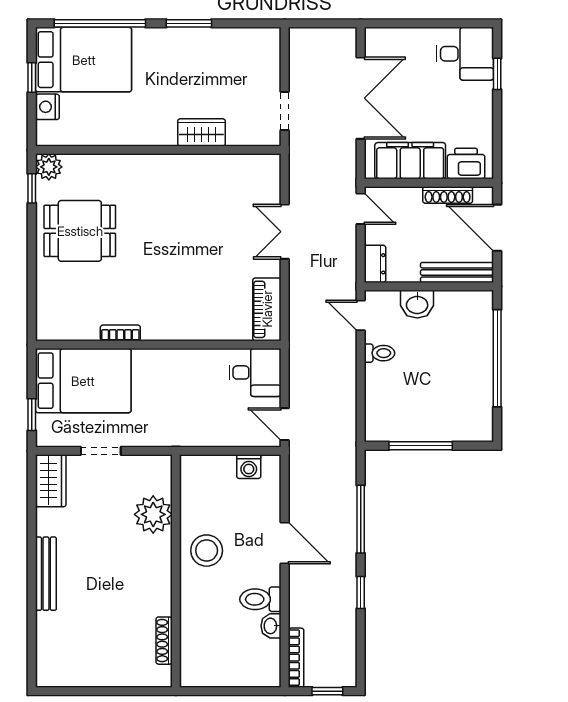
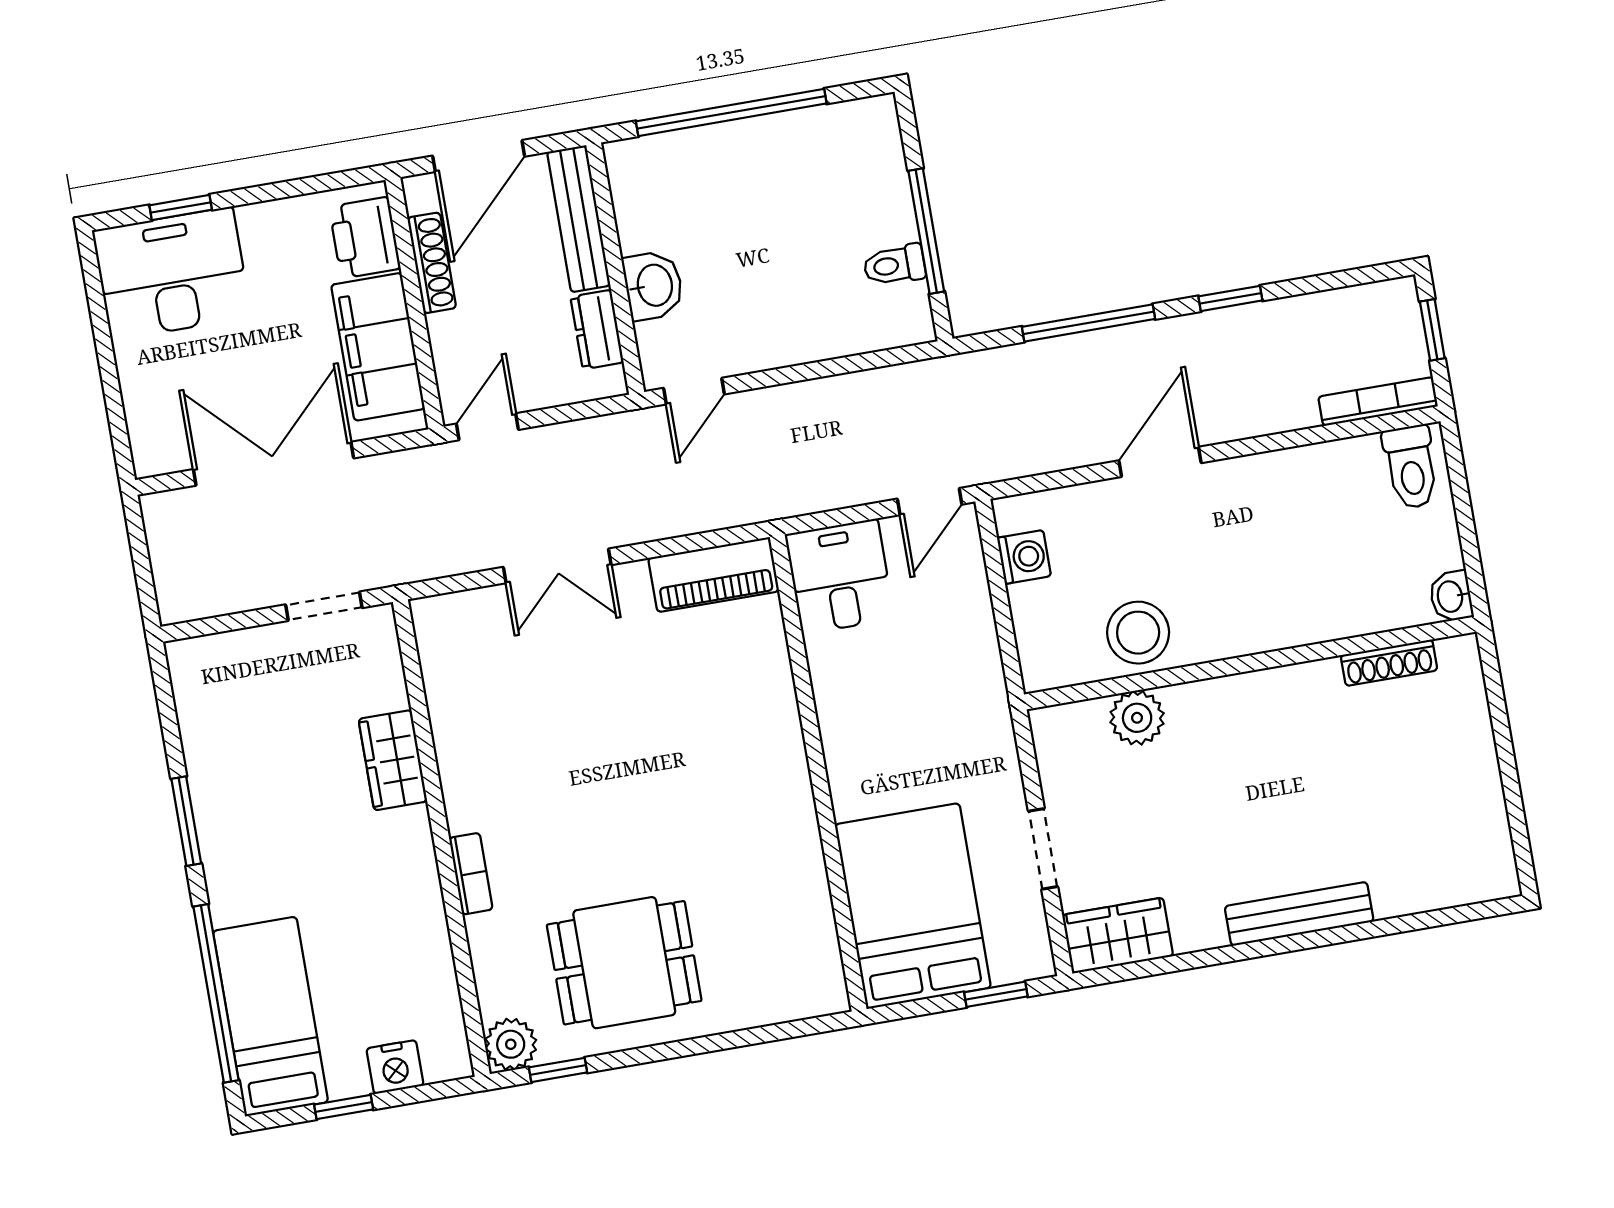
desk: (465, 54) -> (172, 274), width x1.37
bed: (84, 60) -> (271, 1016), width x0.67
dining table: (80, 231) -> (624, 963), turned 90
dresser: (375, 264) -> (597, 330), moved, turned -90
bookcase: (120, 333) -> (471, 874), moved, turned 180
toilet: (379, 353) -> (894, 265), moved, turned -90
plant: (153, 514) -> (1137, 718), width x0.73, depth x0.73
stool: (207, 551) -> (1138, 633), moved
toilet: (260, 599) -> (1411, 467), moved
washbasin: (271, 626) -> (1451, 596), moved, turned 90

